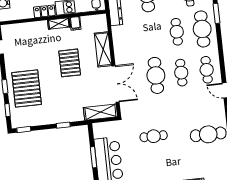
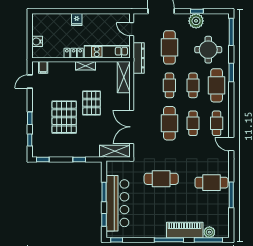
filing cabinet: (75, 23) -> (43, 67), moved
cafe table: (151, 35) -> (169, 85), added
shelving: (103, 49) -> (124, 77), moved
double door: (116, 84) -> (132, 127), swing flipped
pallet: (27, 88) -> (64, 117), moved
cafe table: (154, 136) -> (161, 179), width x1.37, depth x1.35

